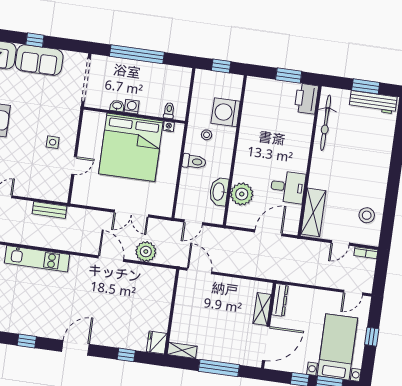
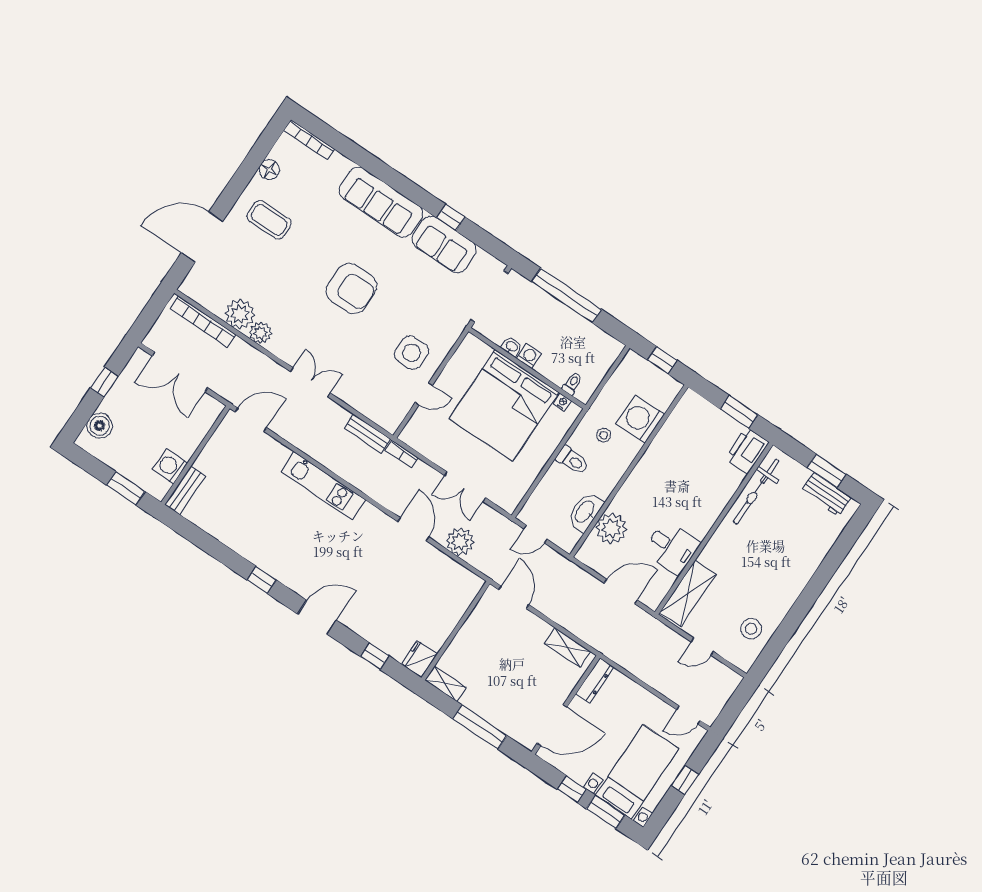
workbench: (373, 102) -> (826, 495), width x0.73
side table: (53, 142) -> (411, 353), width x1.87, depth x1.87
bookcase: (366, 253) -> (402, 454), moved
shelving: (262, 309) -> (568, 647), moved, turned 90

